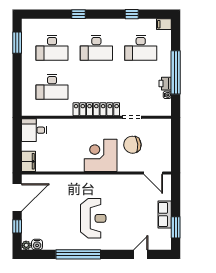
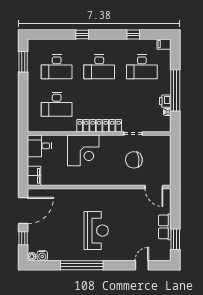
corner desk: (101, 155) -> (83, 150), moved, turned 180

